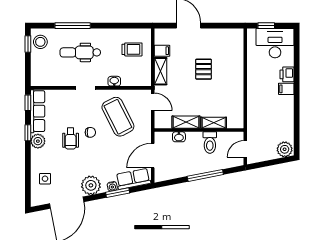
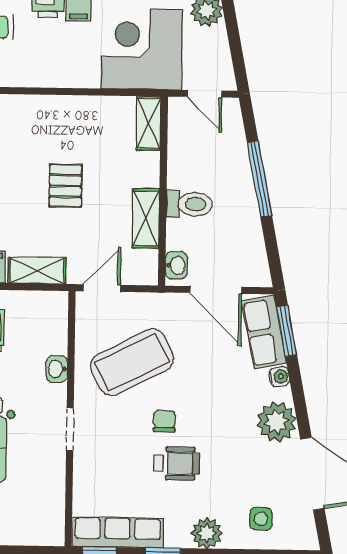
pallet: (204, 69) -> (65, 186), moved, turned 90
corner desk: (266, 119) -> (142, 49), added
shelving: (214, 123) -> (149, 123), moved
washbasin: (179, 137) -> (176, 265), moved
plant: (38, 141) -> (207, 533), moved
toilet: (210, 143) -> (189, 204), moved
window: (118, 193) -> (287, 331), moved

